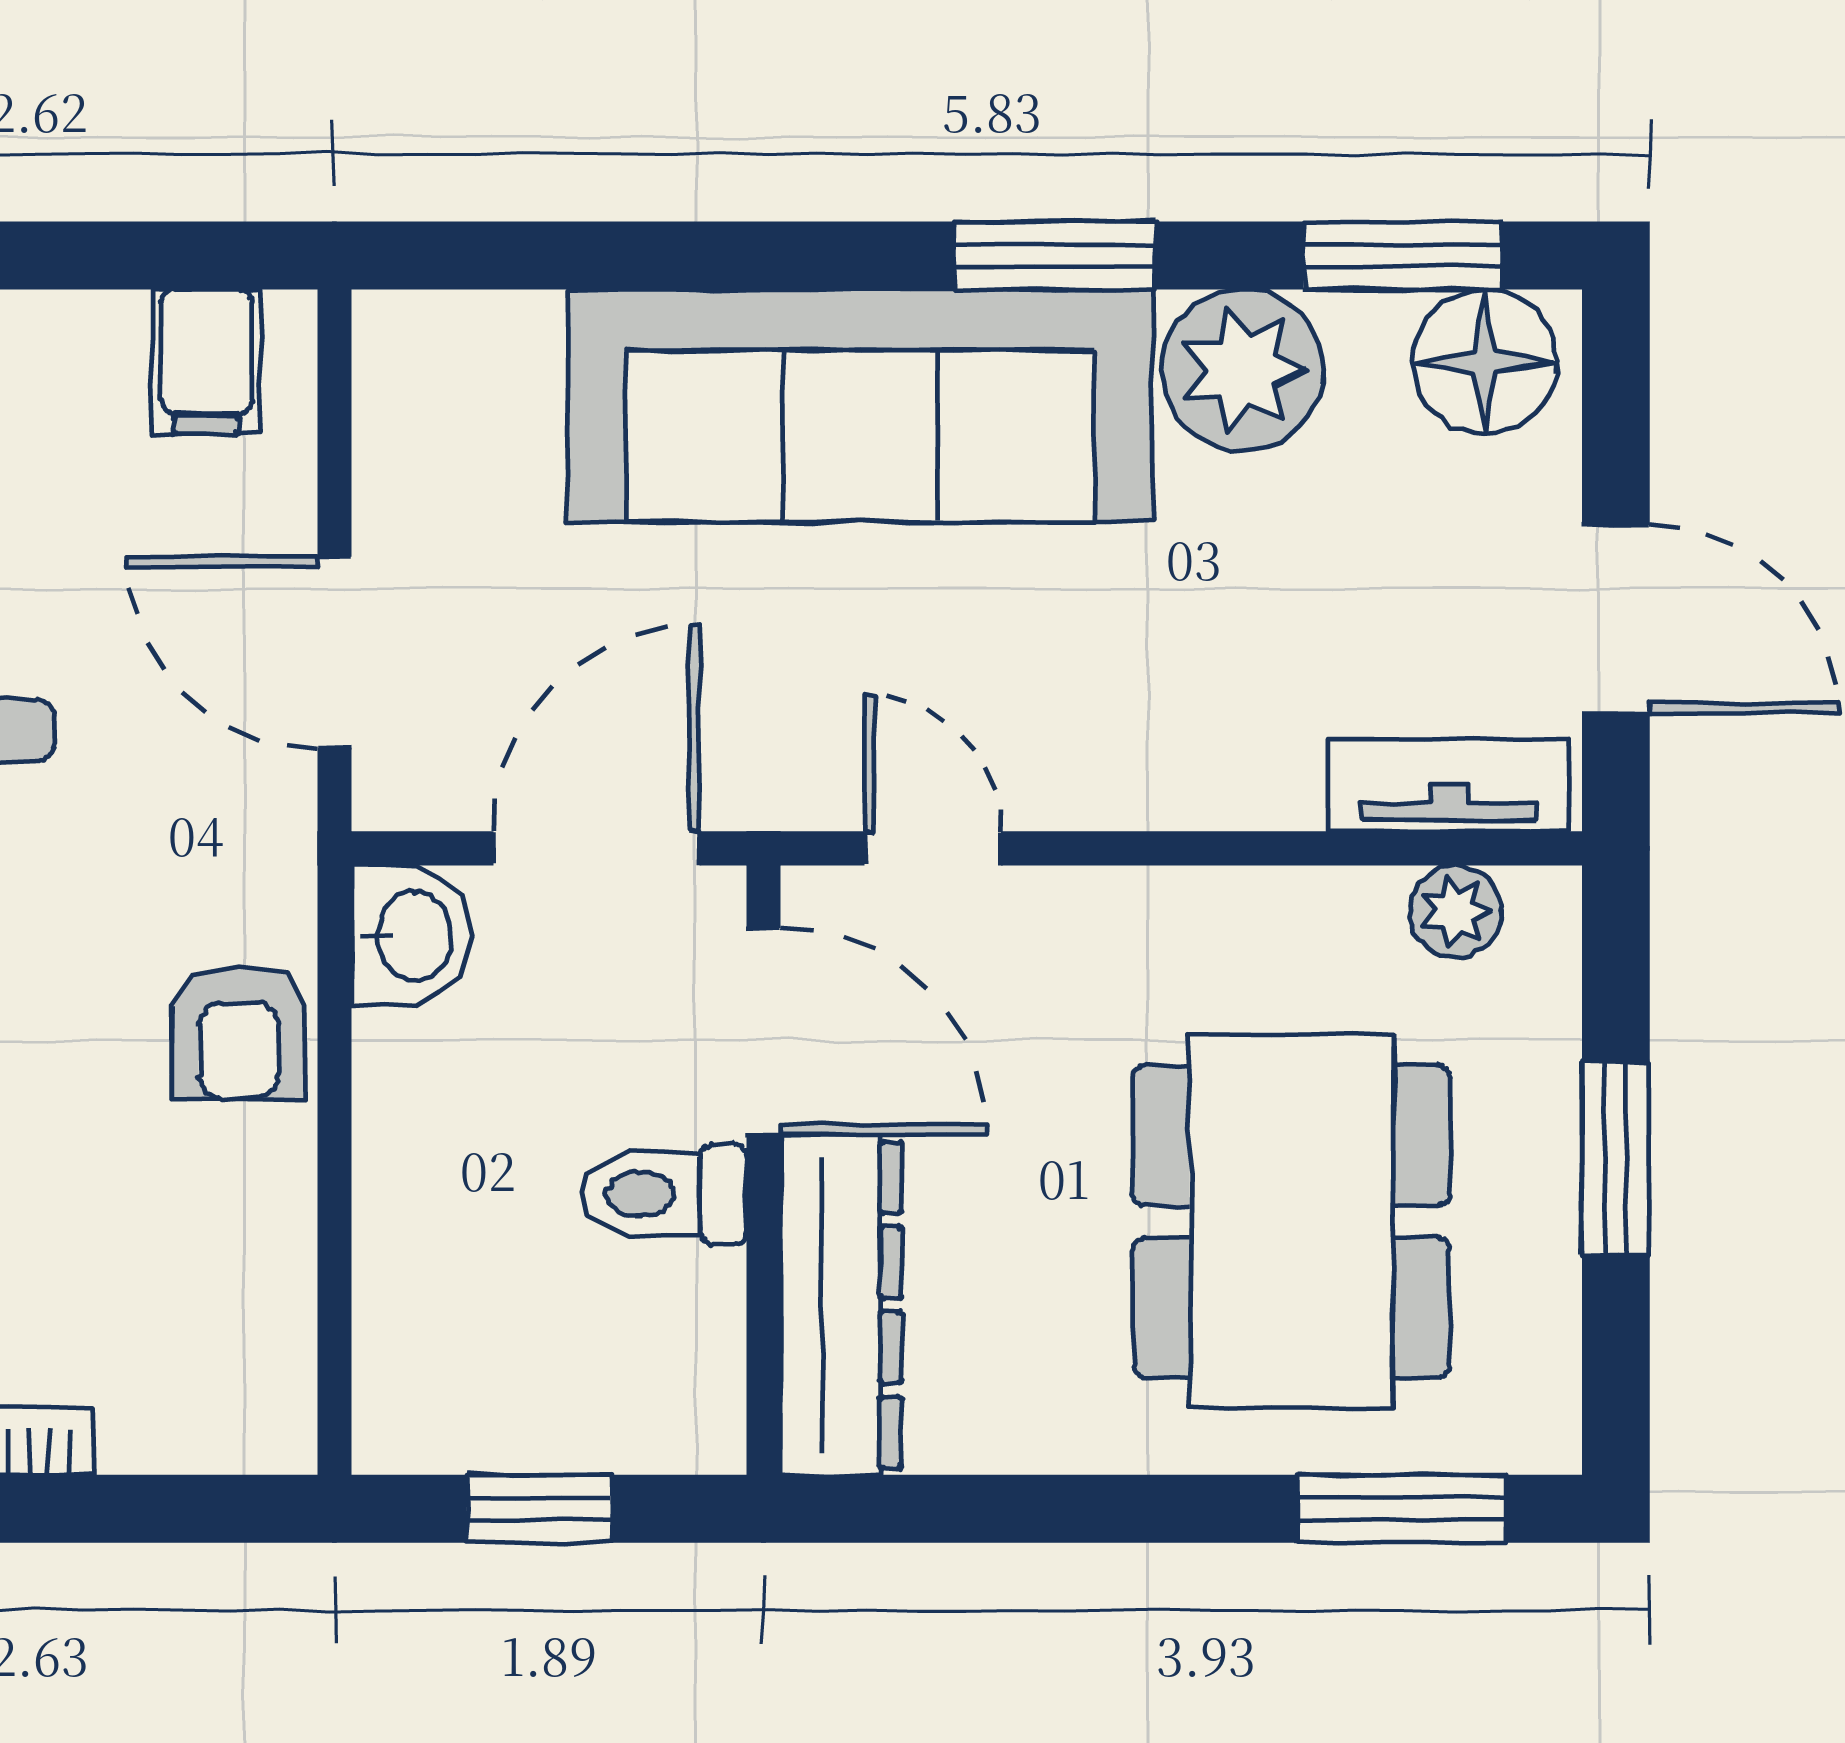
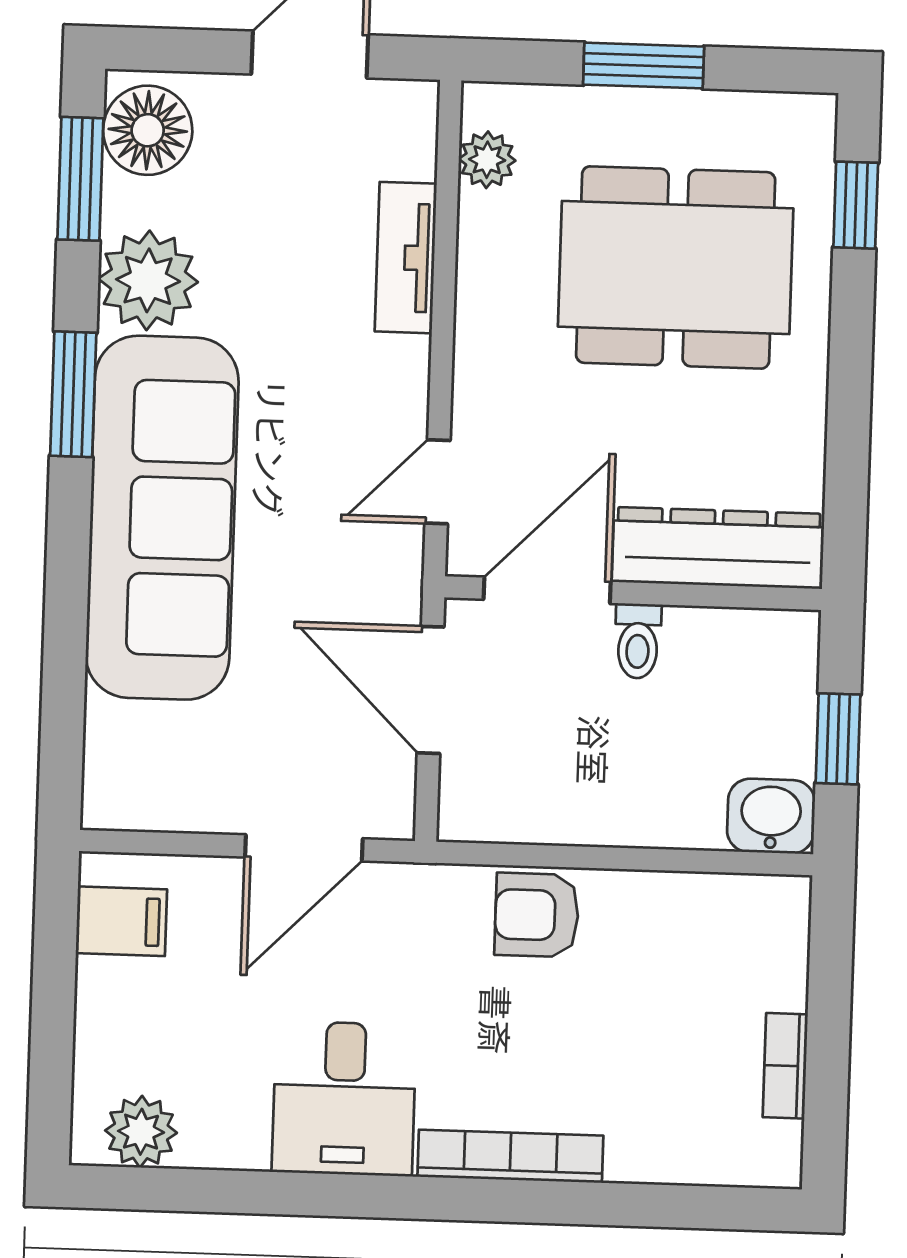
tv unit: (1449, 785) -> (406, 258), moved
washbasin: (411, 935) -> (771, 816), moved
armchair: (239, 1032) -> (537, 915), turned 180
toilet: (663, 1194) -> (638, 641), width x0.73, depth x0.72
window: (1402, 1509) -> (856, 205), width x0.67

